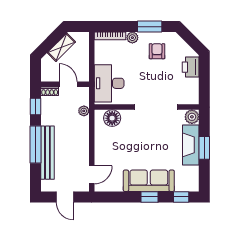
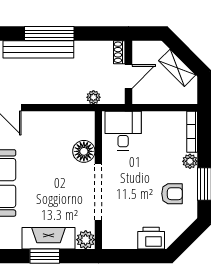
desk: (109, 83) -> (123, 131), width x0.73
window: (35, 106) -> (99, 34), removed
floor lamp: (112, 118) -> (84, 151), moved

